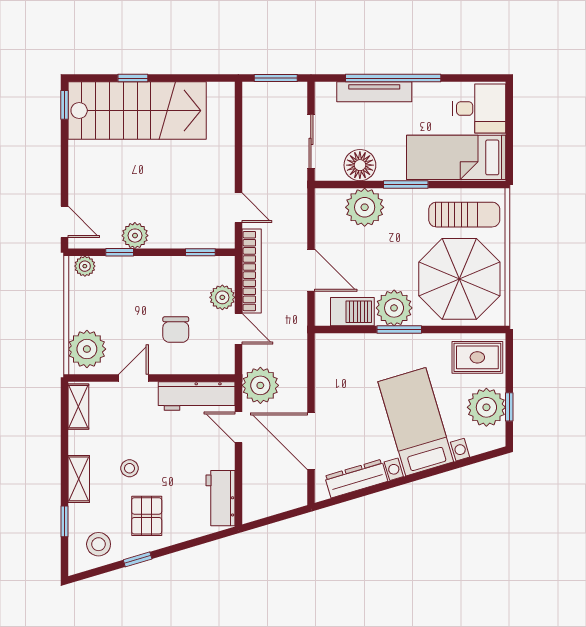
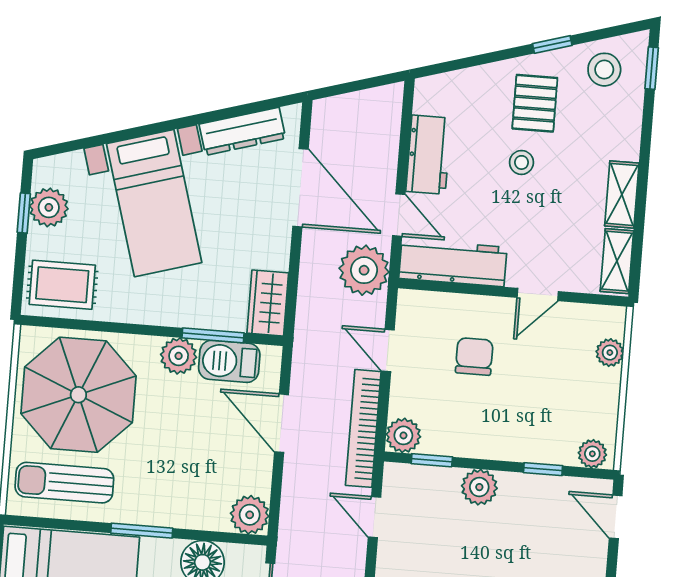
plant: (365, 207) -> (250, 515), moved, width x0.73, depth x0.73
plant: (135, 236) -> (479, 487), moved
plant: (222, 297) -> (403, 435), moved
plant: (394, 308) -> (179, 356), width x0.73, depth x0.73
window: (399, 330) -> (213, 335), moved
plant: (87, 349) -> (610, 353), width x0.53, depth x0.53
wardrobe: (328, 356) -> (268, 303), added
plant: (486, 407) -> (49, 207), width x0.73, depth x0.73
stool: (130, 468) -> (521, 162), moved
shelving: (79, 479) -> (622, 194), moved
workbench: (221, 498) -> (428, 155), moved
window: (64, 521) -> (652, 68), moved

